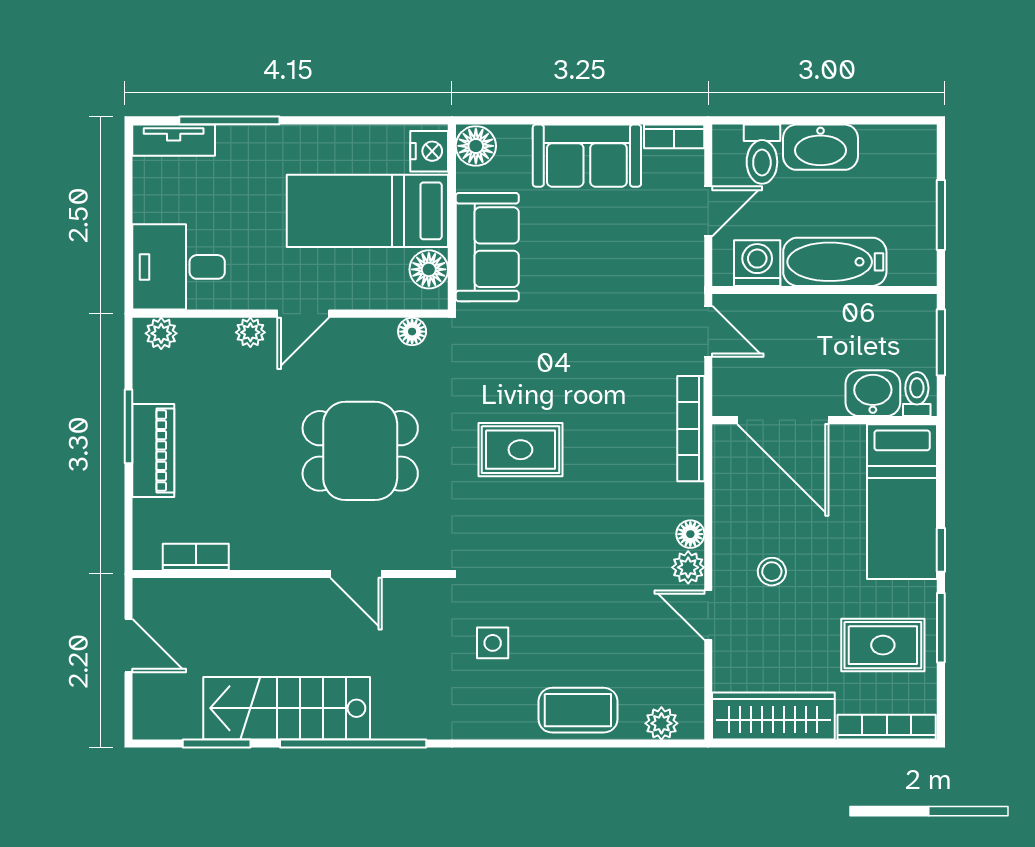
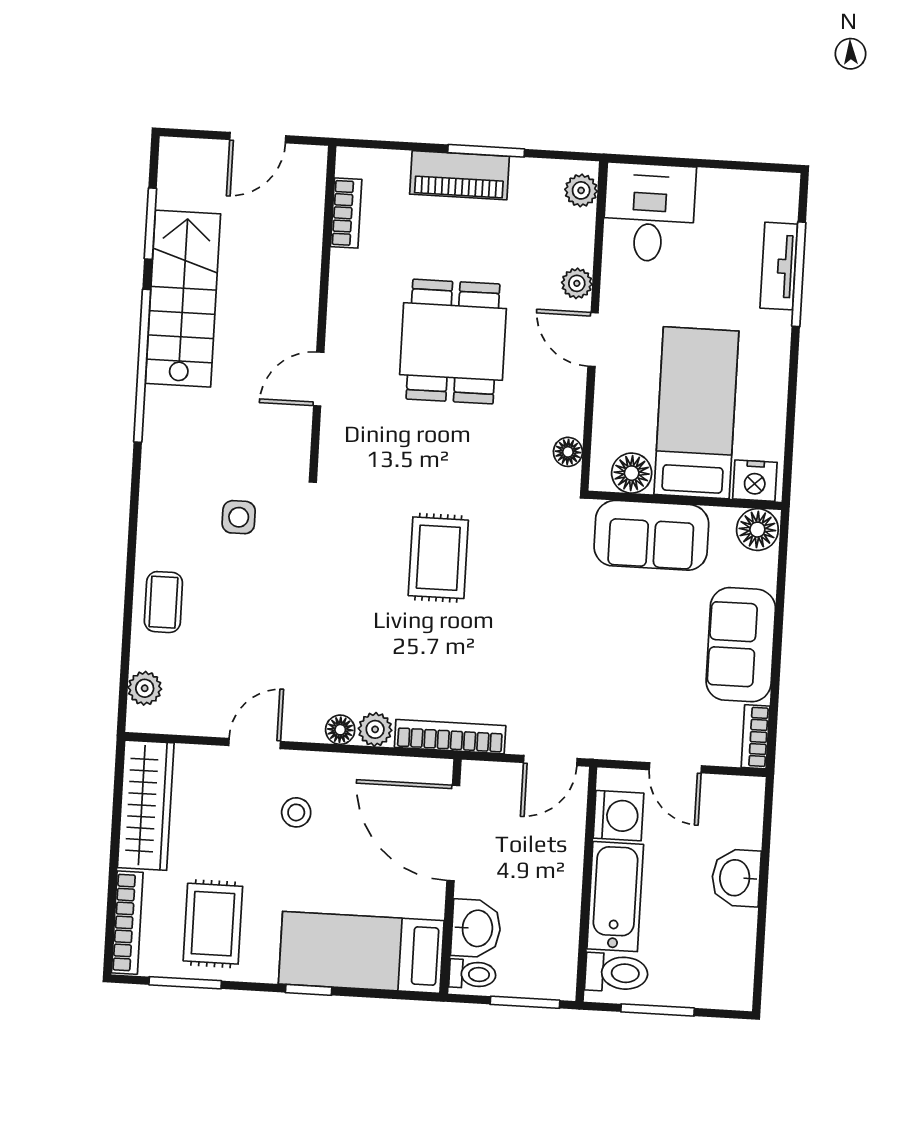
tv unit: (174, 140) -> (779, 266), moved
washbasin: (821, 147) -> (736, 878), width x0.72
toilet: (762, 154) -> (617, 973), moved, turned 180
door: (783, 420) -> (453, 833), hinge flipped
dining table: (360, 451) -> (453, 342), moved
plant: (688, 567) -> (375, 729), moved
window: (941, 628) -> (185, 983), moved
coffee table: (578, 710) -> (163, 602), width x0.73, depth x0.77

